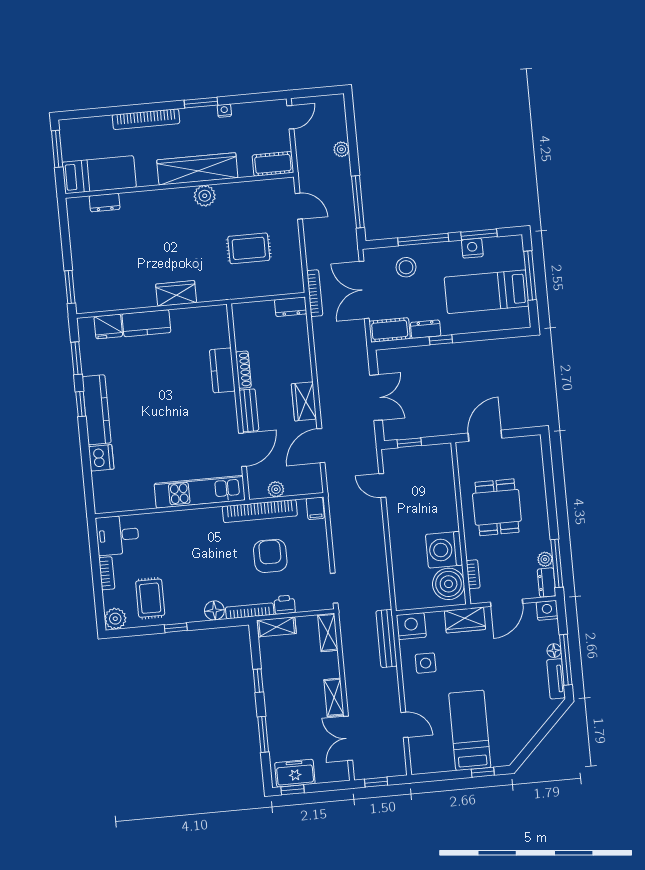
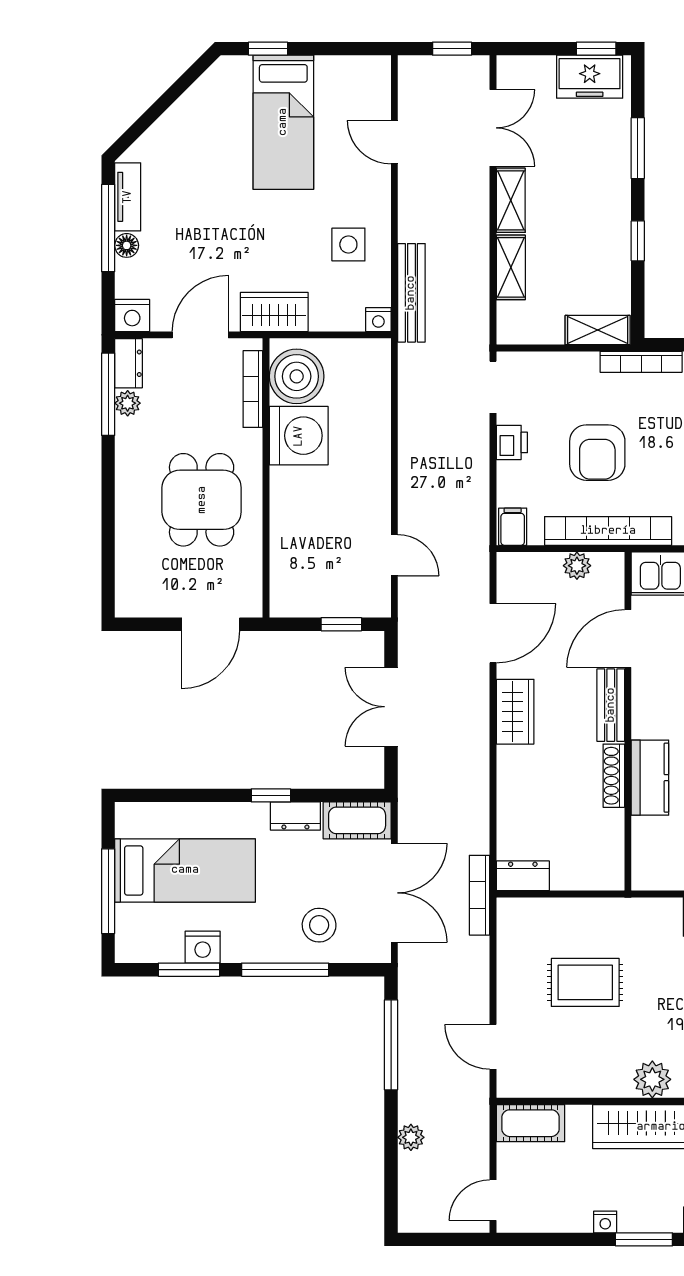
bookcase: (473, 574) -> (253, 389), width x1.56
printer: (285, 605) -> (512, 442), moved, turned -90
nightstand: (411, 626) -> (378, 320), width x0.53, depth x0.56
shelving: (328, 632) -> (511, 267), moved

